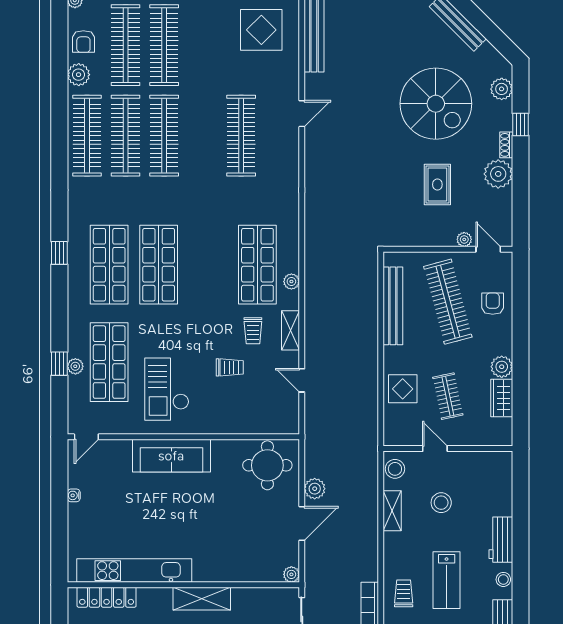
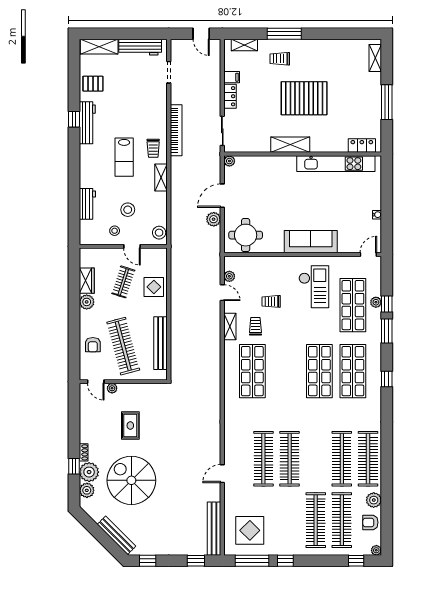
armchair: (83, 42) -> (370, 522), turned -90
clothes rail: (164, 136) -> (290, 459), moved
plant: (498, 174) -> (89, 472), moved
plant: (291, 282) -> (229, 276), moved
window: (59, 324) -> (387, 331), added
clothes rail: (448, 396) -> (123, 282), turned 30
shelving: (392, 511) -> (161, 177), moved
workbench: (501, 540) -> (87, 204), moved
stool: (503, 579) -> (115, 231), moved
lab bench: (447, 580) -> (124, 157), turned 180
locker: (107, 597) -> (362, 146), width x0.66

